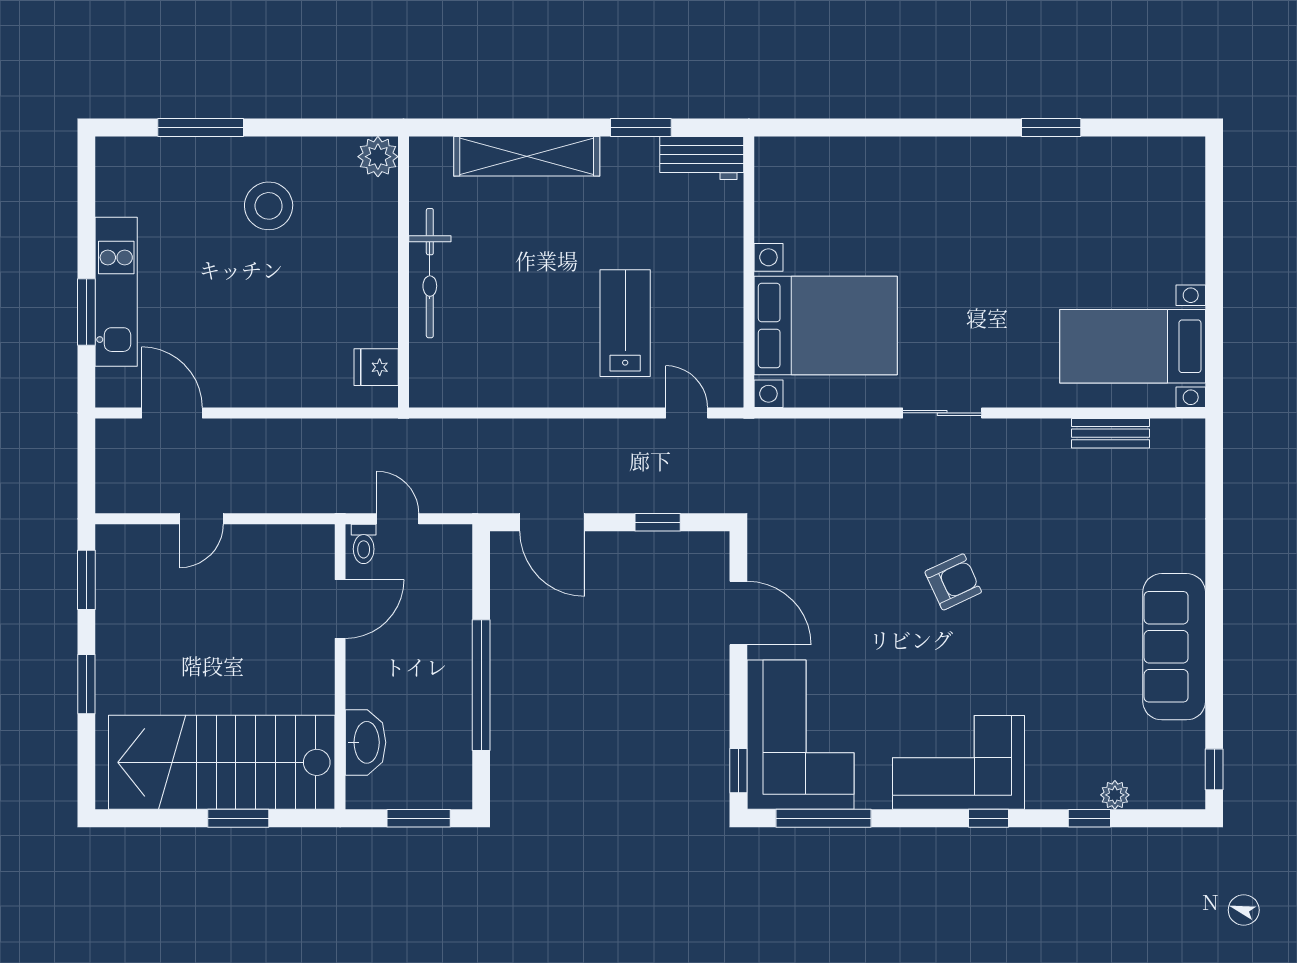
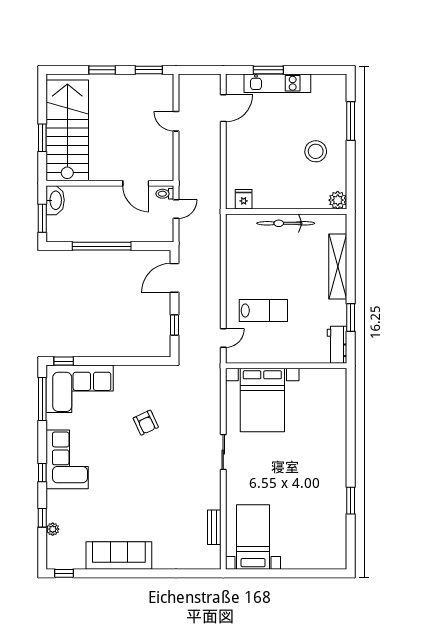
armchair: (953, 582) -> (146, 423), moved
door: (738, 613) -> (134, 361), removed
washbasin: (365, 742) -> (55, 200), moved, turned -90

